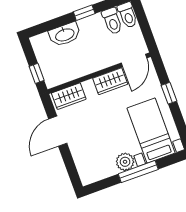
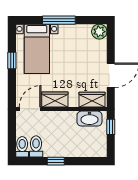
washbasin: (65, 34) -> (89, 119), moved, turned 180
window: (169, 93) -> (12, 60), moved
plant: (125, 162) -> (99, 32), moved

